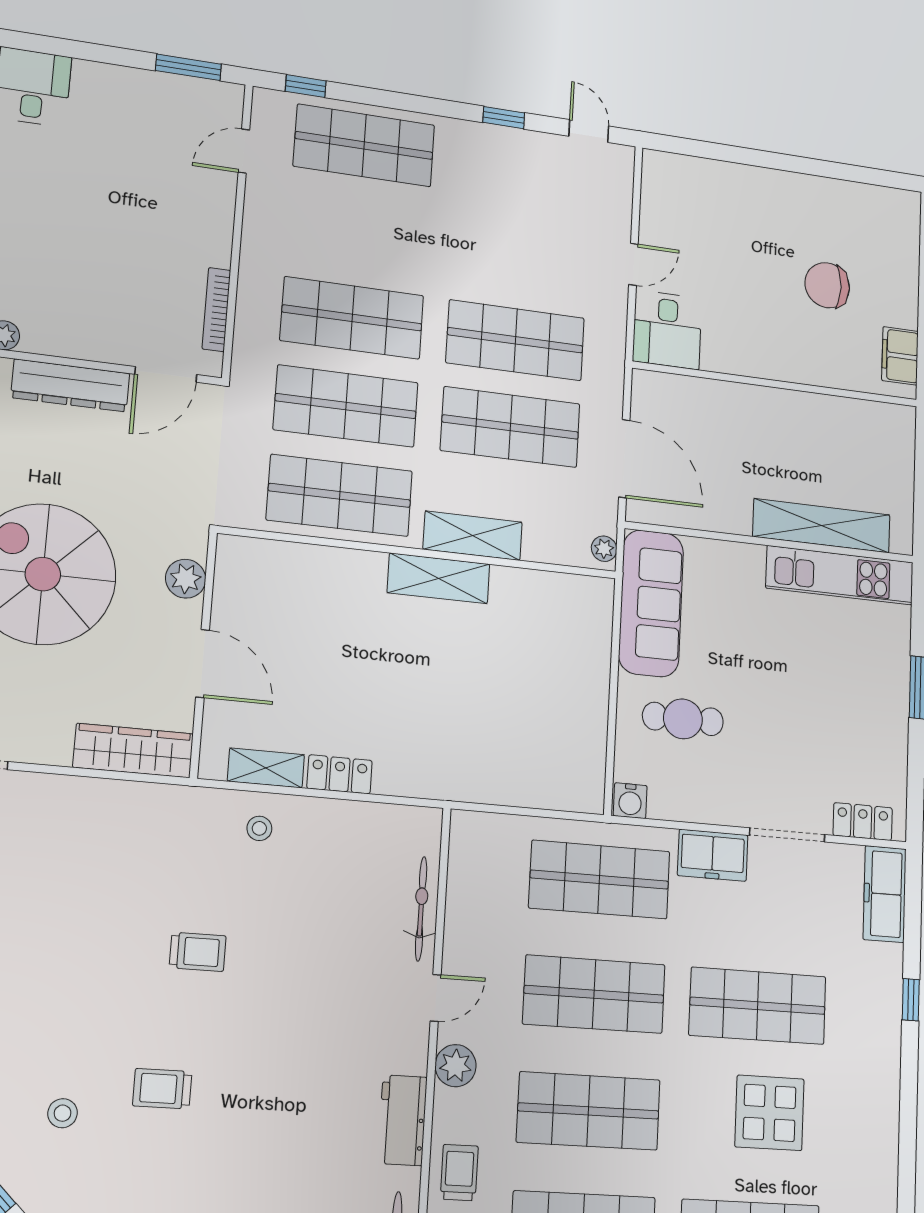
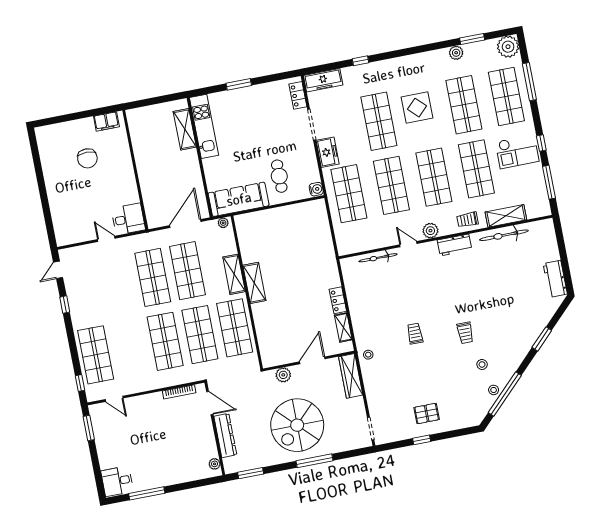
shelving: (822, 526) -> (185, 129), width x0.68
stool: (259, 828) -> (368, 355), moved

